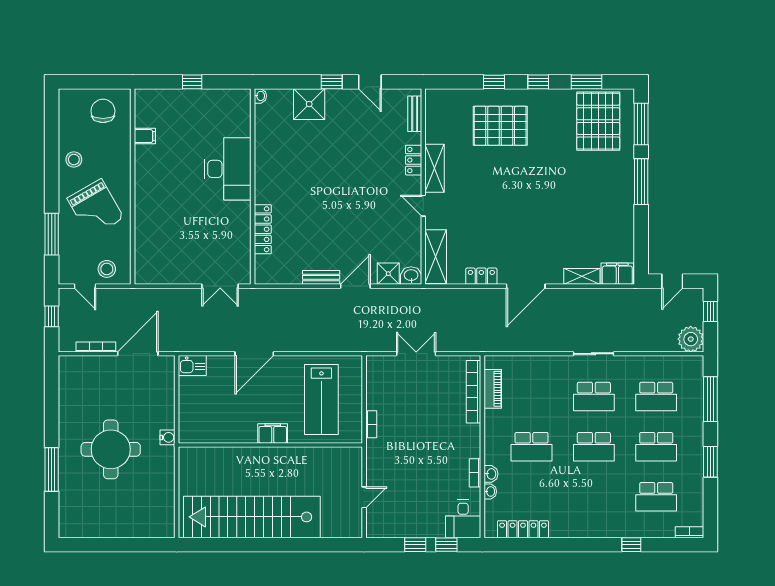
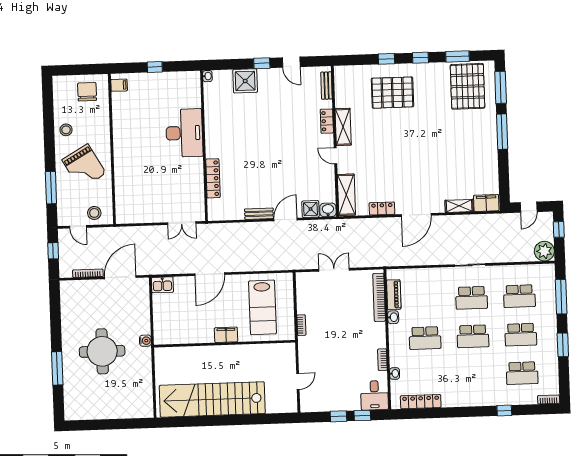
filing cabinet: (145, 136) -> (119, 85), moved
washbasin: (491, 474) -> (393, 317), moved

